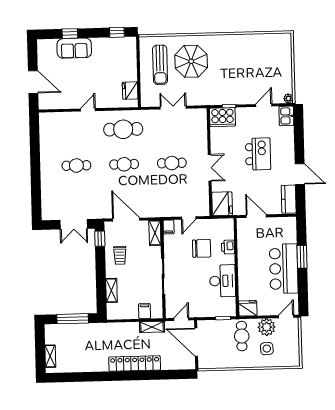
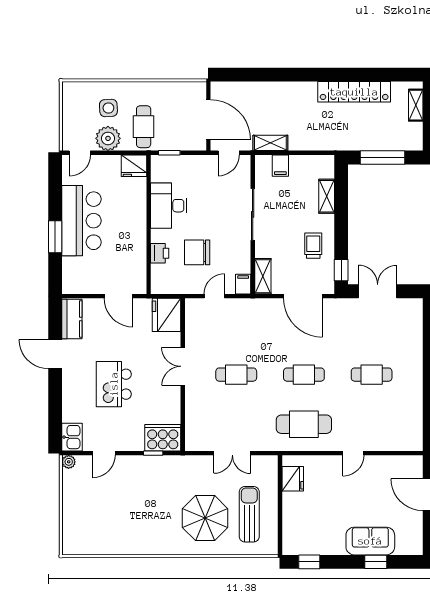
locker: (135, 363) -> (354, 92), moved

